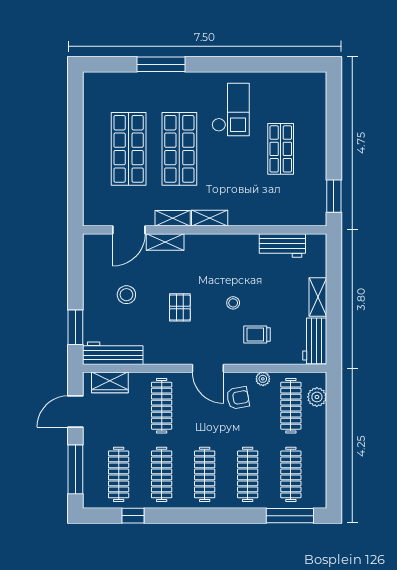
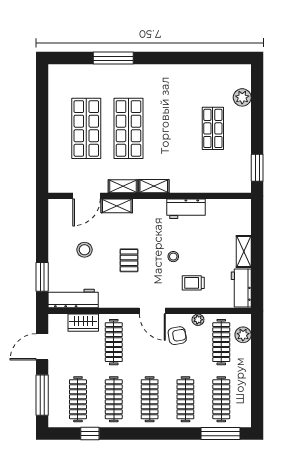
checkout: (231, 109) -> (171, 96), removed
plant: (316, 112) -> (242, 97), added
workbench: (282, 245) -> (186, 209), moved
wardrobe: (110, 382) -> (83, 323), moved

